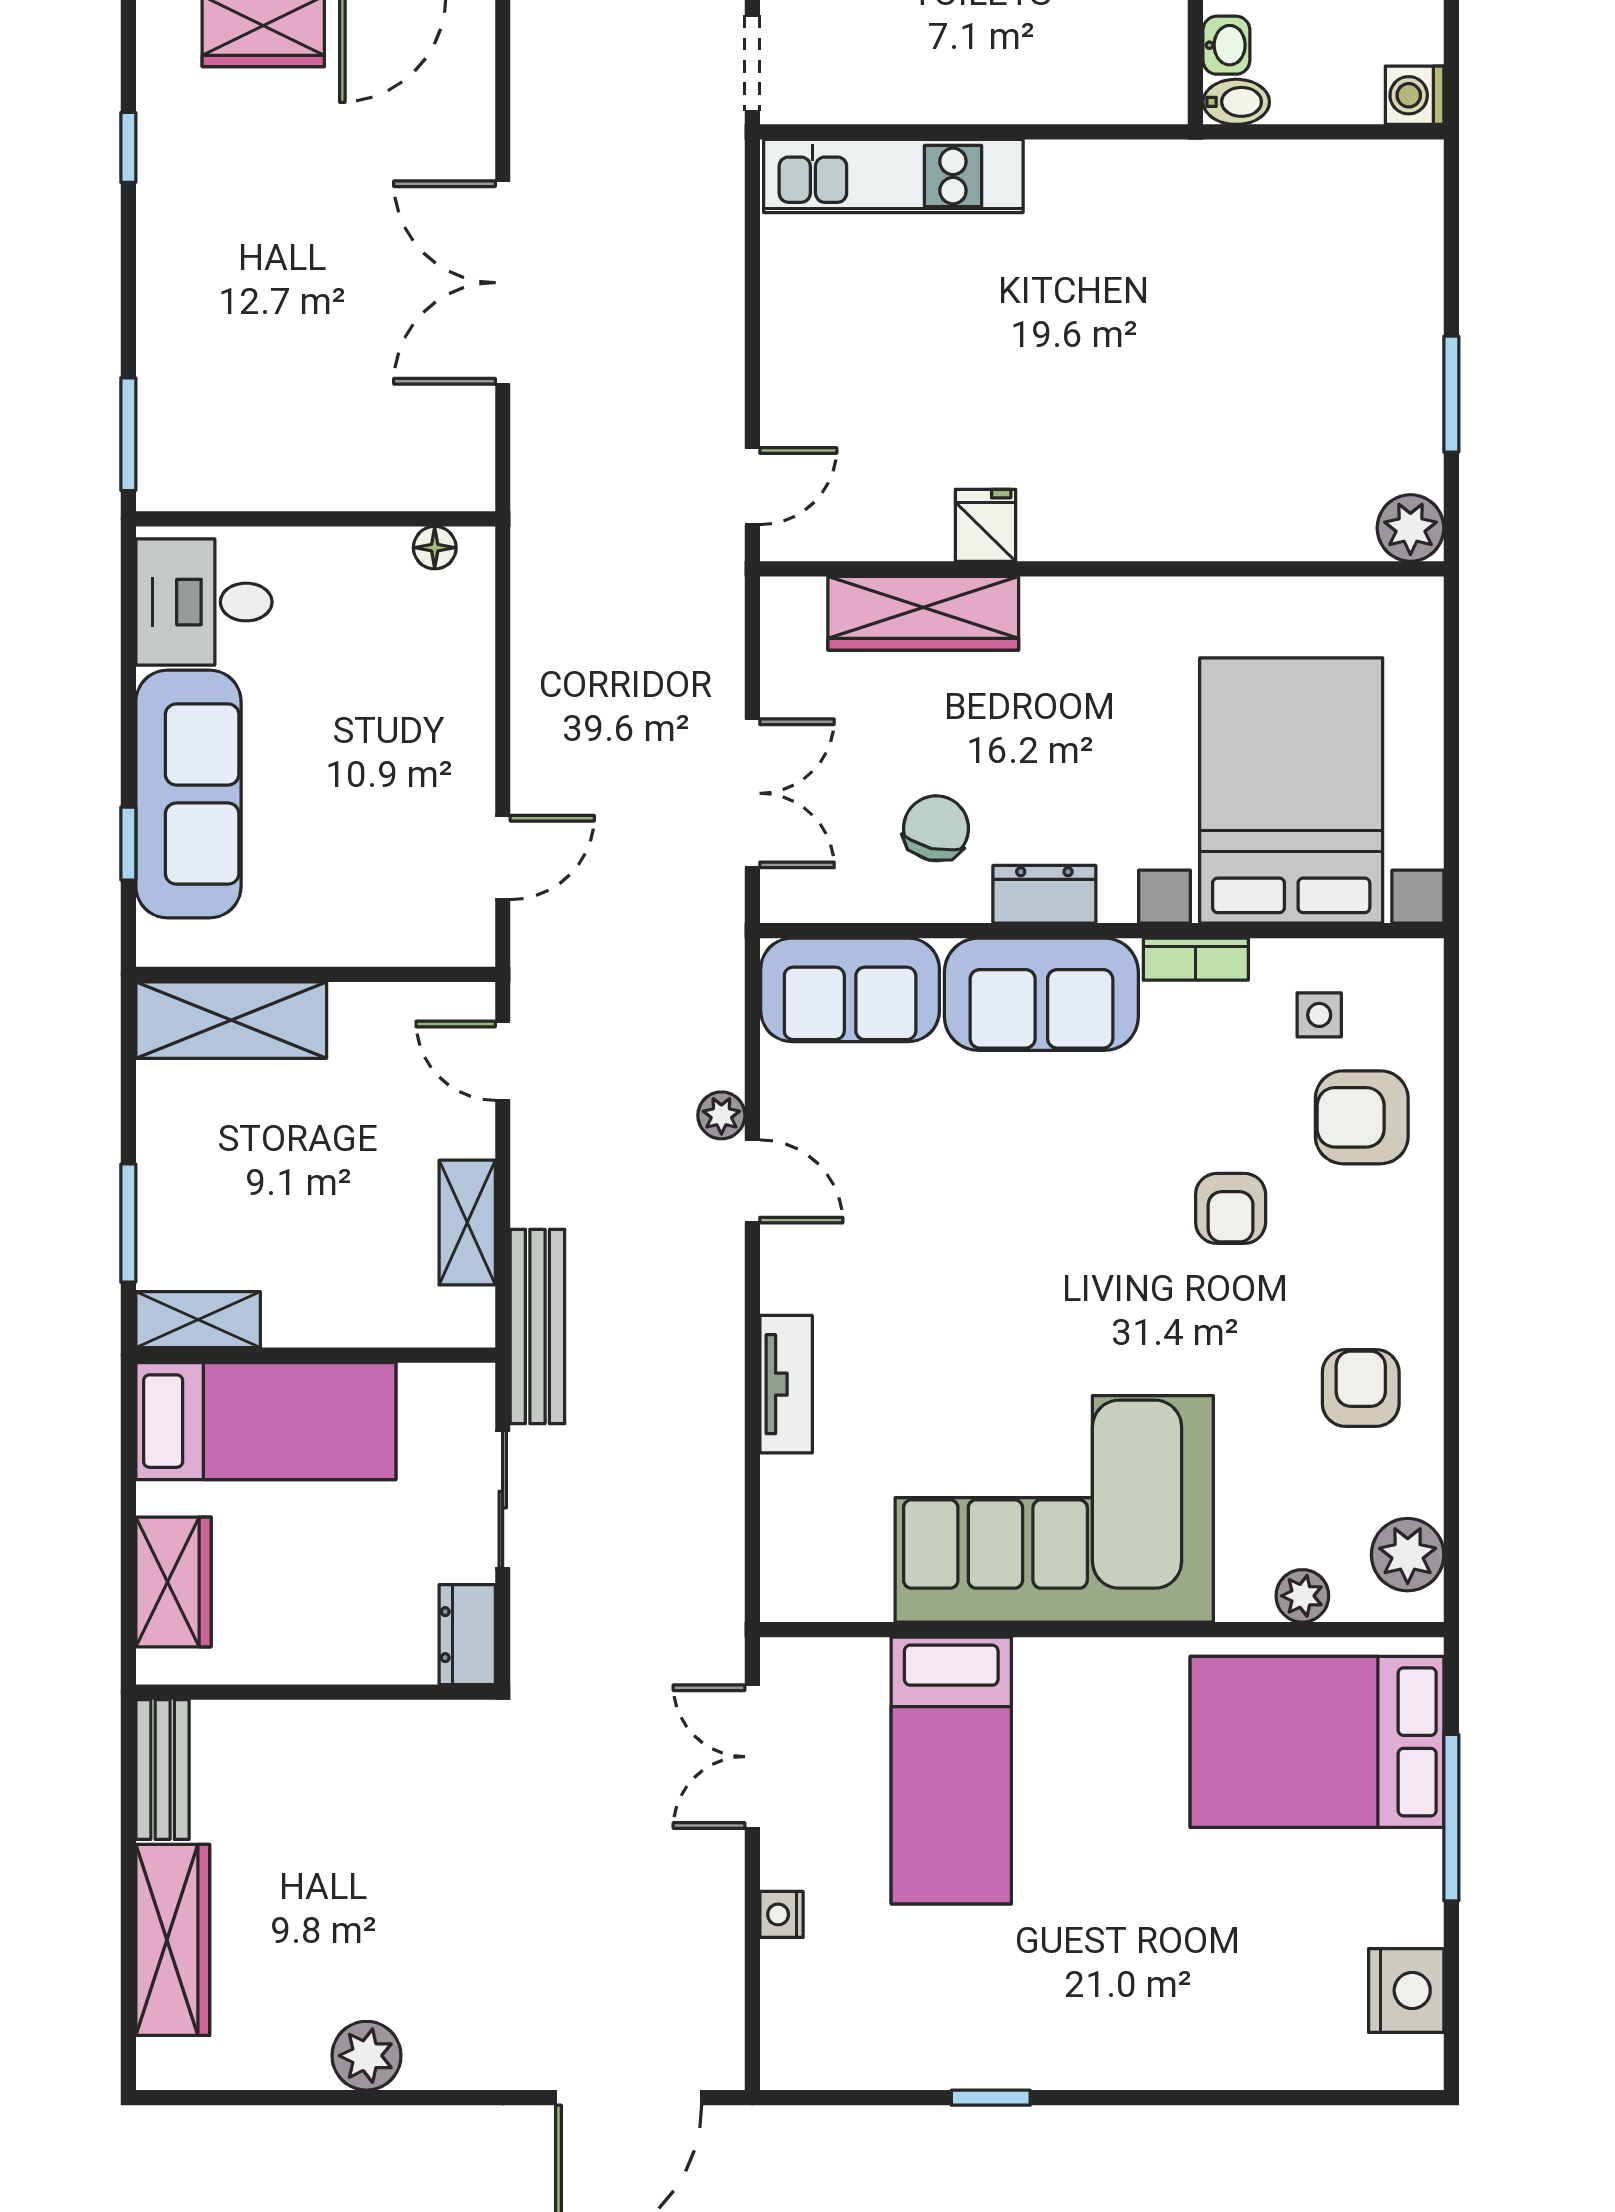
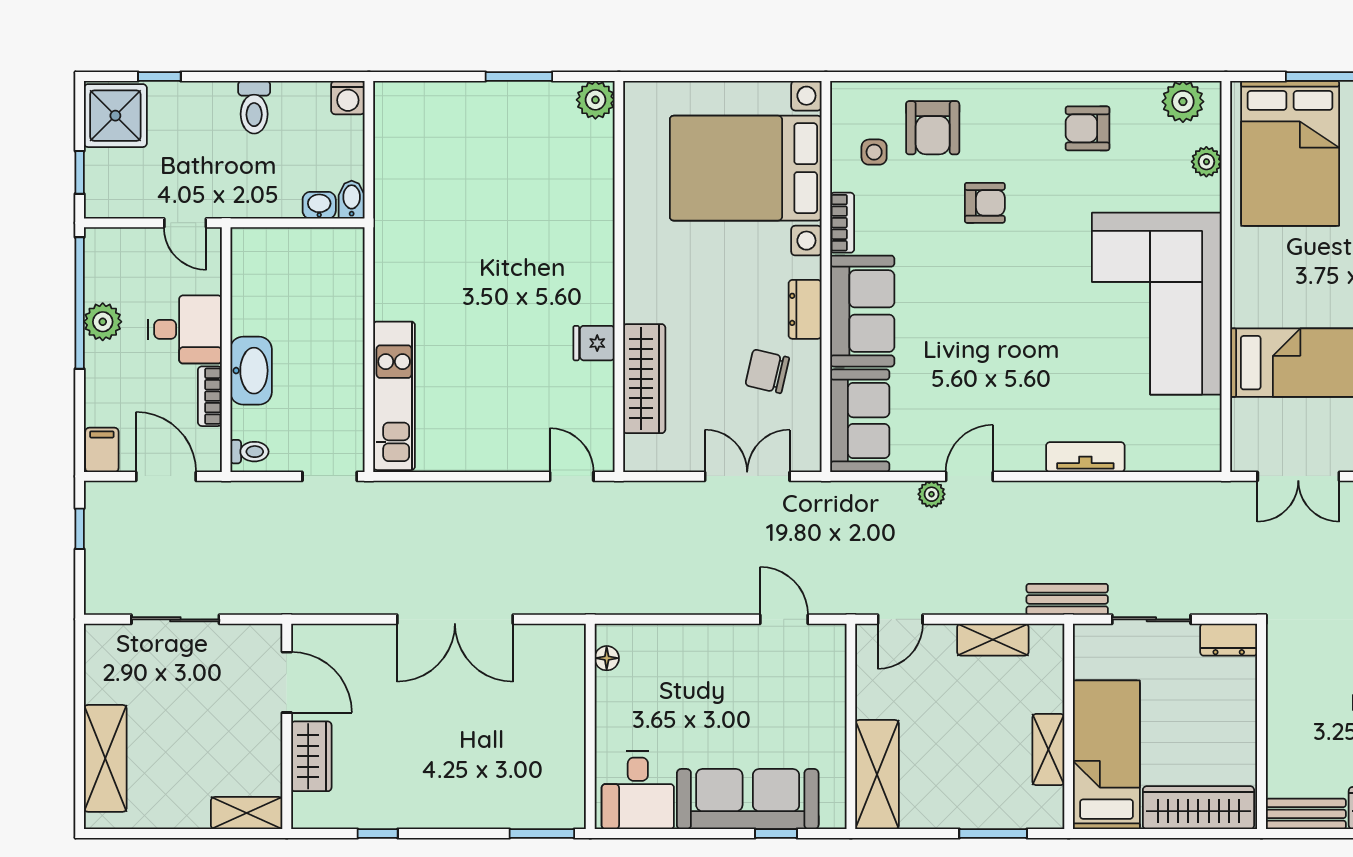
shelving: (198, 1320) -> (1048, 750), moved
bench: (537, 1327) -> (1067, 599), width x0.73
wardrobe: (173, 1582) -> (1198, 808), width x1.50

